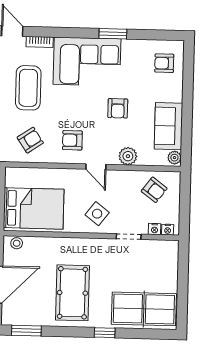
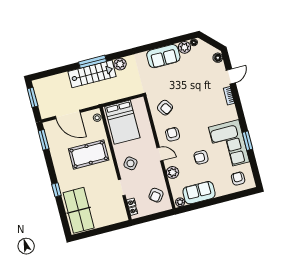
corner sofa: (87, 62) -> (229, 144), moved
coffee table: (28, 88) -> (198, 97), removed
door: (96, 167) -> (160, 154), swing flipped
pool table: (72, 293) -> (89, 154), moved

